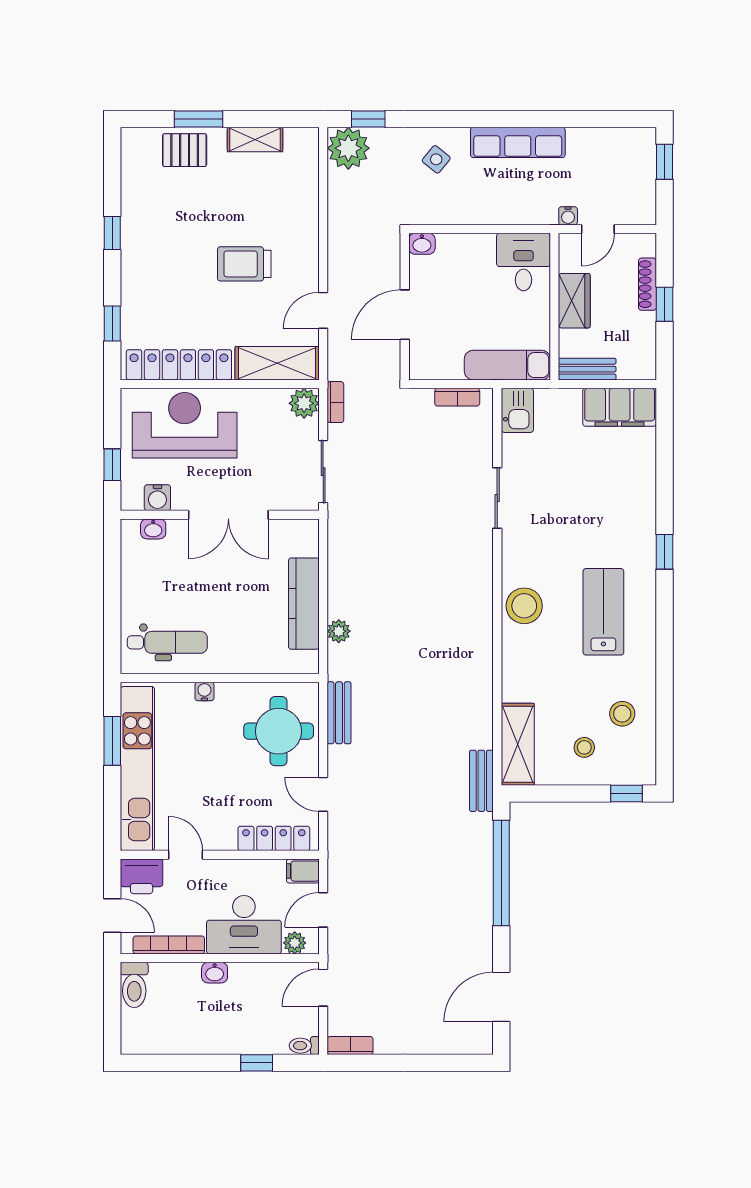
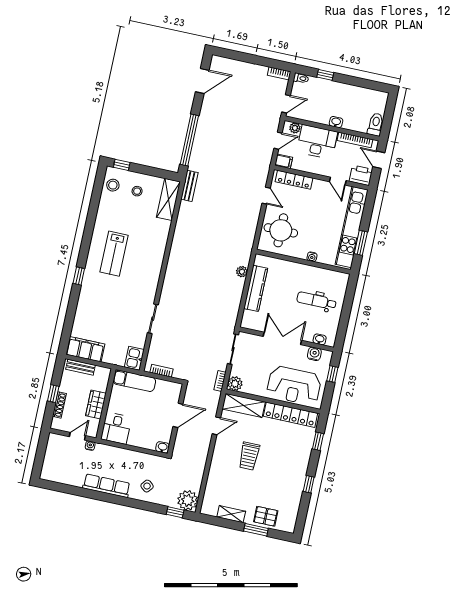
window: (665, 162) -> (39, 461), removed
trolley: (244, 264) -> (249, 456), turned 90
bench: (587, 369) -> (81, 367), moved
stool: (524, 606) -> (151, 265), removed
dental chair: (167, 642) -> (317, 301), moved
bench: (339, 713) -> (250, 233), removed
stool: (622, 714) -> (113, 185), moved

